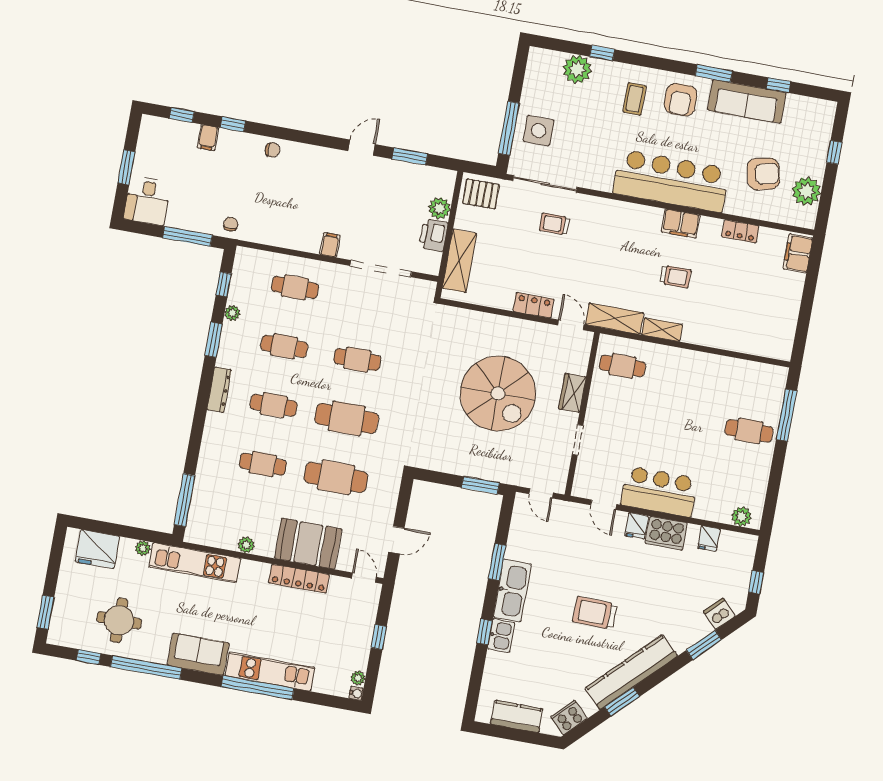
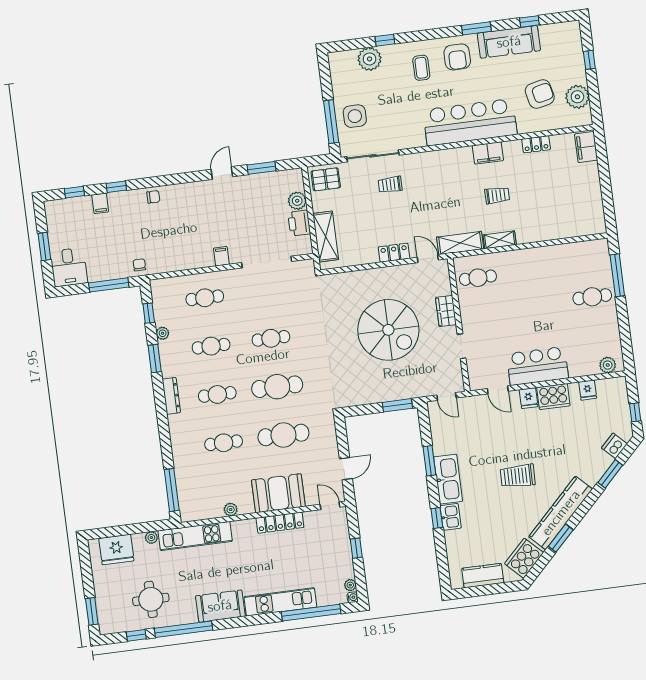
window: (258, 688) -> (311, 613), moved
cooker: (569, 718) -> (524, 558), width x1.37, depth x1.31

